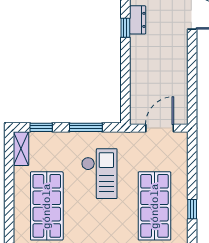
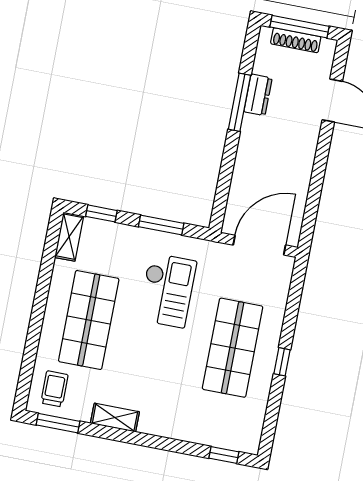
window: (125, 28) -> (240, 102), width x2.17
door: (160, 128) -> (259, 245), width x1.36

